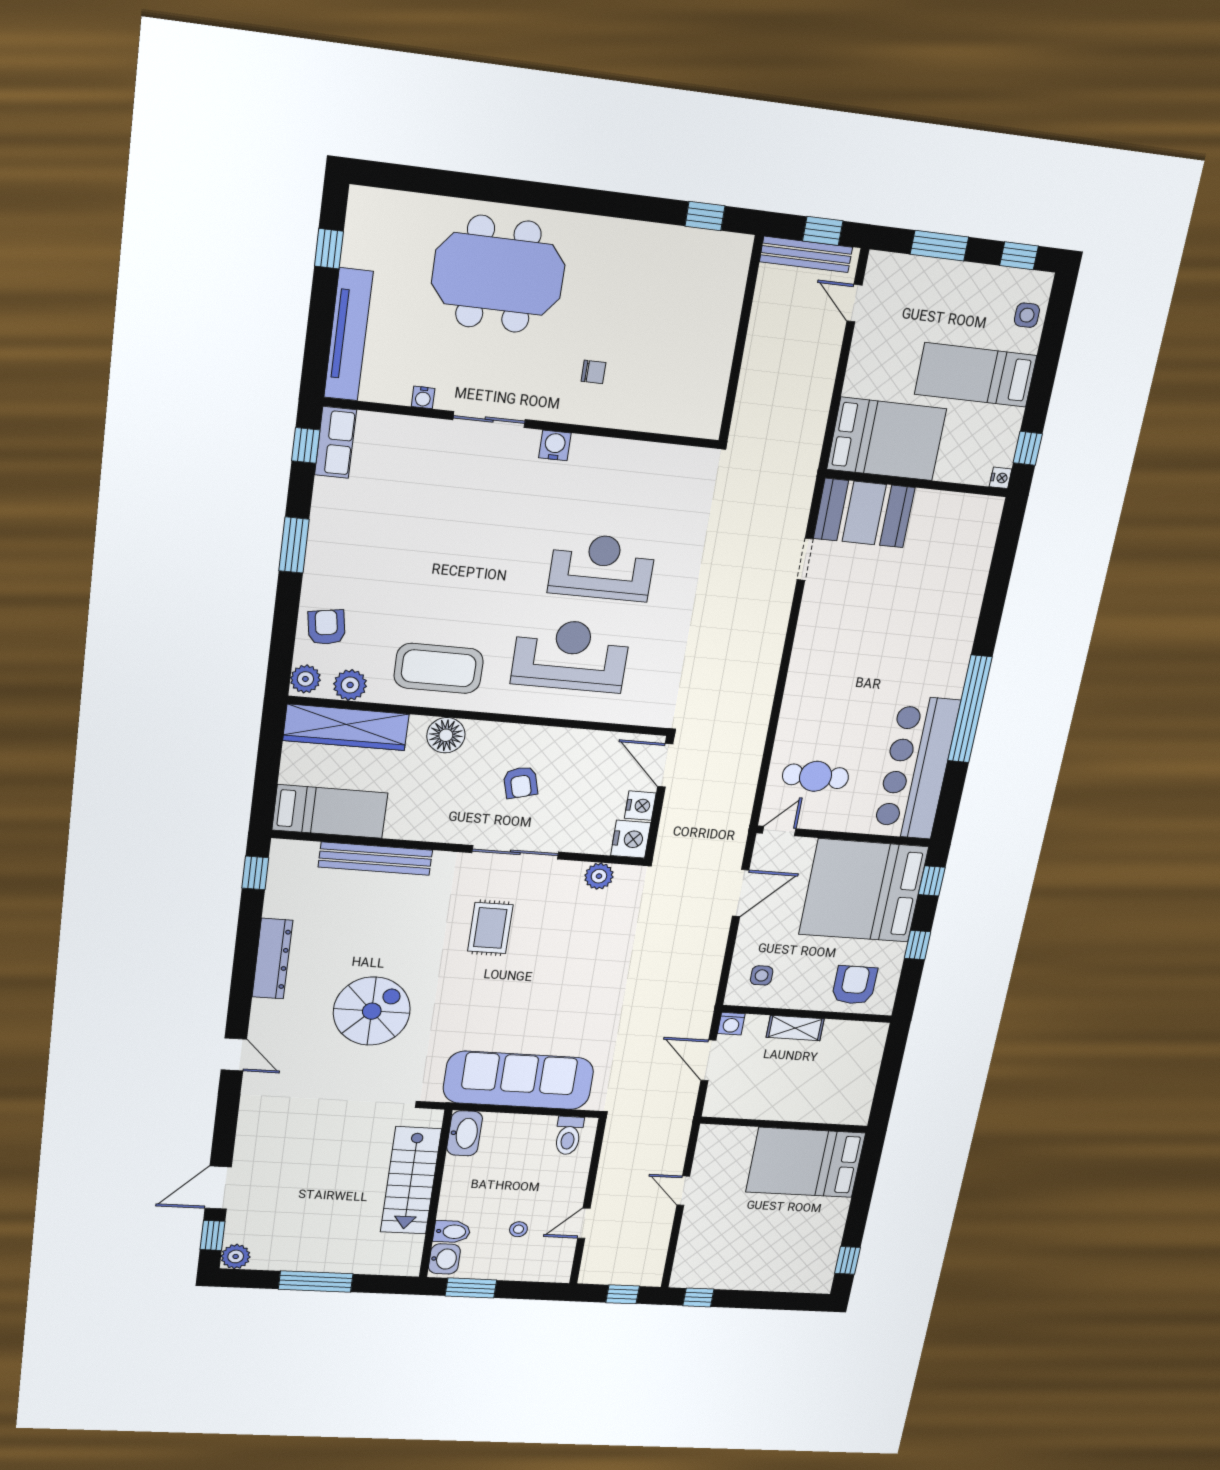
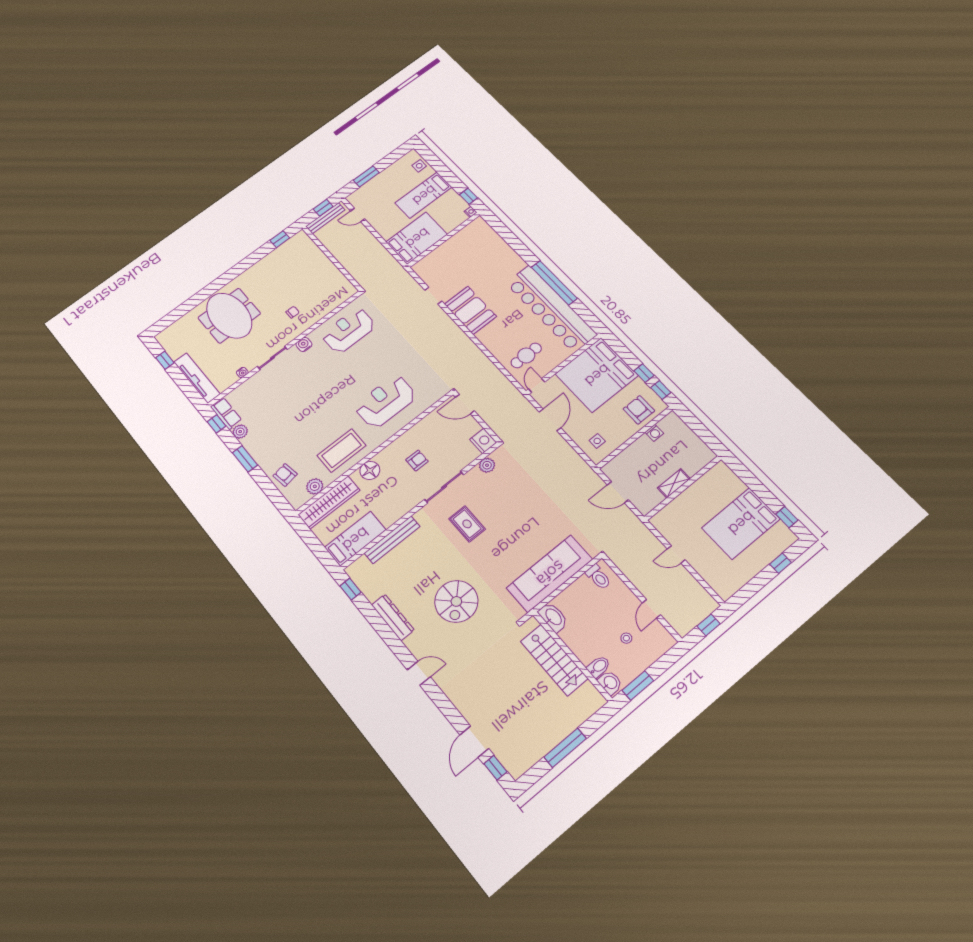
window: (1019, 256) -> (396, 155), removed
meeting table: (498, 274) -> (229, 316), turned 90
booth: (864, 513) -> (470, 310), moved, turned 90
reception desk: (602, 567) -> (349, 330), moved
plant: (305, 679) -> (240, 432), moved
bar counter: (916, 768) -> (551, 309), width x1.36
armchair: (520, 782) -> (417, 461), turned -75
nightstand: (640, 806) -> (472, 426), removed
window: (932, 881) -> (661, 390), moved
spiral stairs: (372, 1011) -> (456, 601), turned 180
washing machine: (731, 1024) -> (654, 433), moved
shelving: (795, 1028) -> (674, 483), moved
bed: (806, 1163) -> (741, 523), moved
plant: (236, 1256) -> (516, 769), removed
window: (698, 1297) -> (780, 563), moved

